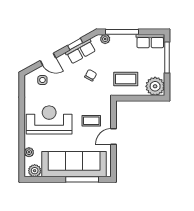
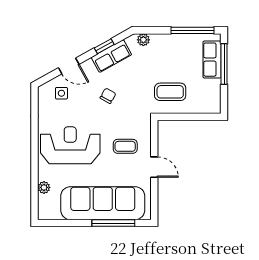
window: (122, 32) -> (193, 30), moved
row of seats: (150, 41) -> (212, 60), moved, turned 90
chair: (91, 75) -> (108, 96), moved
plant: (155, 86) -> (209, 101), removed
door: (114, 137) -> (154, 167), swing flipped
plant: (35, 171) -> (51, 212), removed

